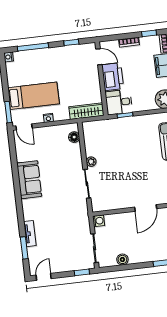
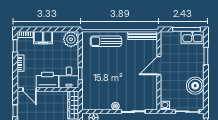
door: (99, 57) -> (30, 89), swing flipped
door: (146, 208) -> (159, 66), swing flipped
boiler: (122, 259) -> (195, 86), width x1.86, depth x1.86

